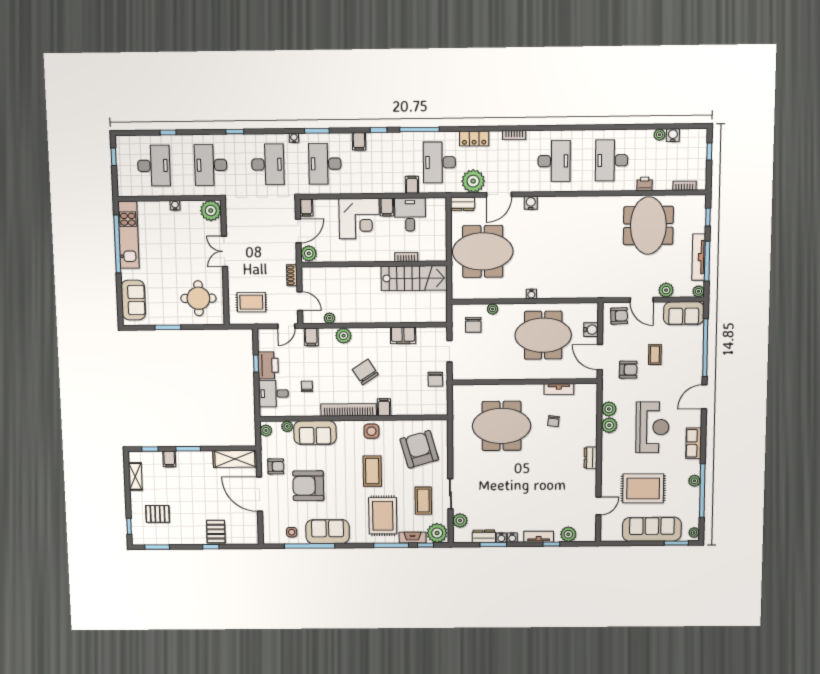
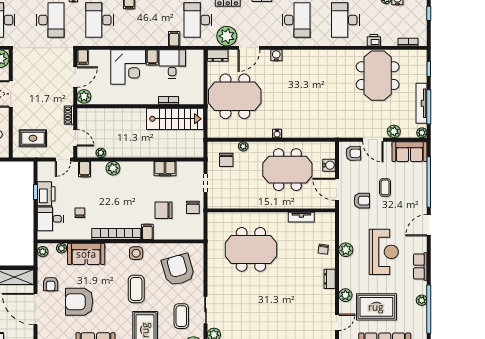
chair: (365, 372) -> (163, 210), moved, turned -57
plant: (609, 409) -> (345, 295), moved
chair: (553, 421) -> (323, 249), moved
armchair: (276, 466) -> (51, 284), turned 90

